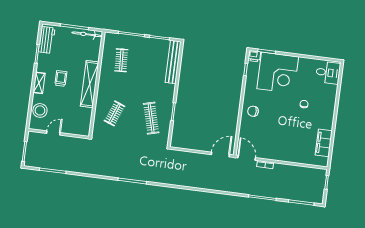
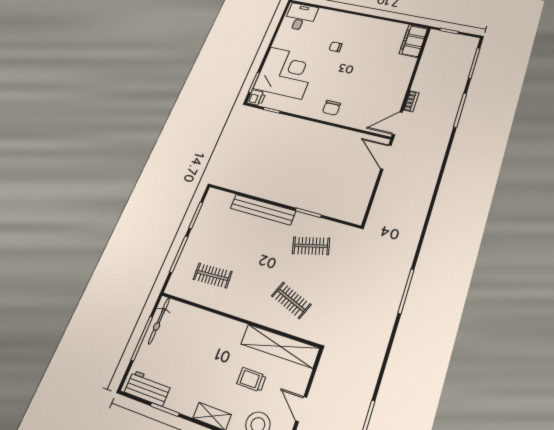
bench: (173, 62) -> (263, 210), moved
trolley: (61, 78) -> (251, 380), moved
shelving: (90, 84) -> (280, 346), moved
clothes rail: (151, 118) -> (311, 246), width x0.73
filing cabinet: (324, 143) -> (413, 41), moved, turned 90

